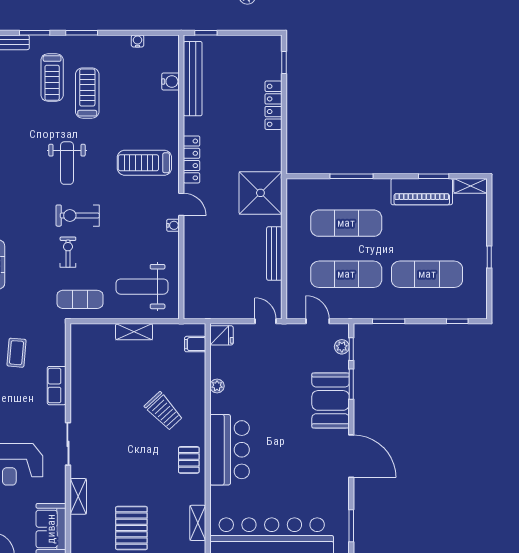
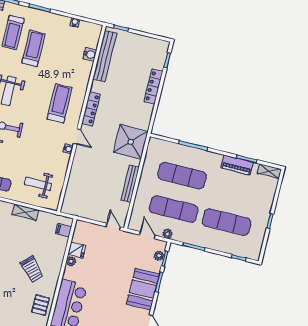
treadmill: (144, 163) -> (60, 103), turned 90
piano: (422, 192) -> (237, 165), width x0.73, depth x0.75
weight bench: (142, 287) -> (38, 184), width x0.73, depth x0.75
plant: (346, 312) -> (167, 234), added
fridge: (222, 335) -> (77, 250), moved

